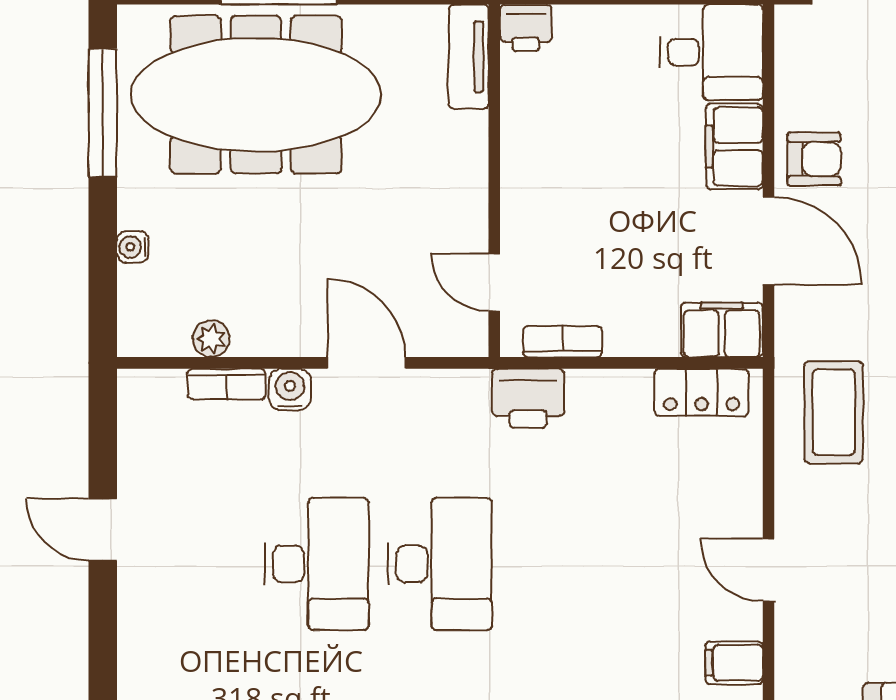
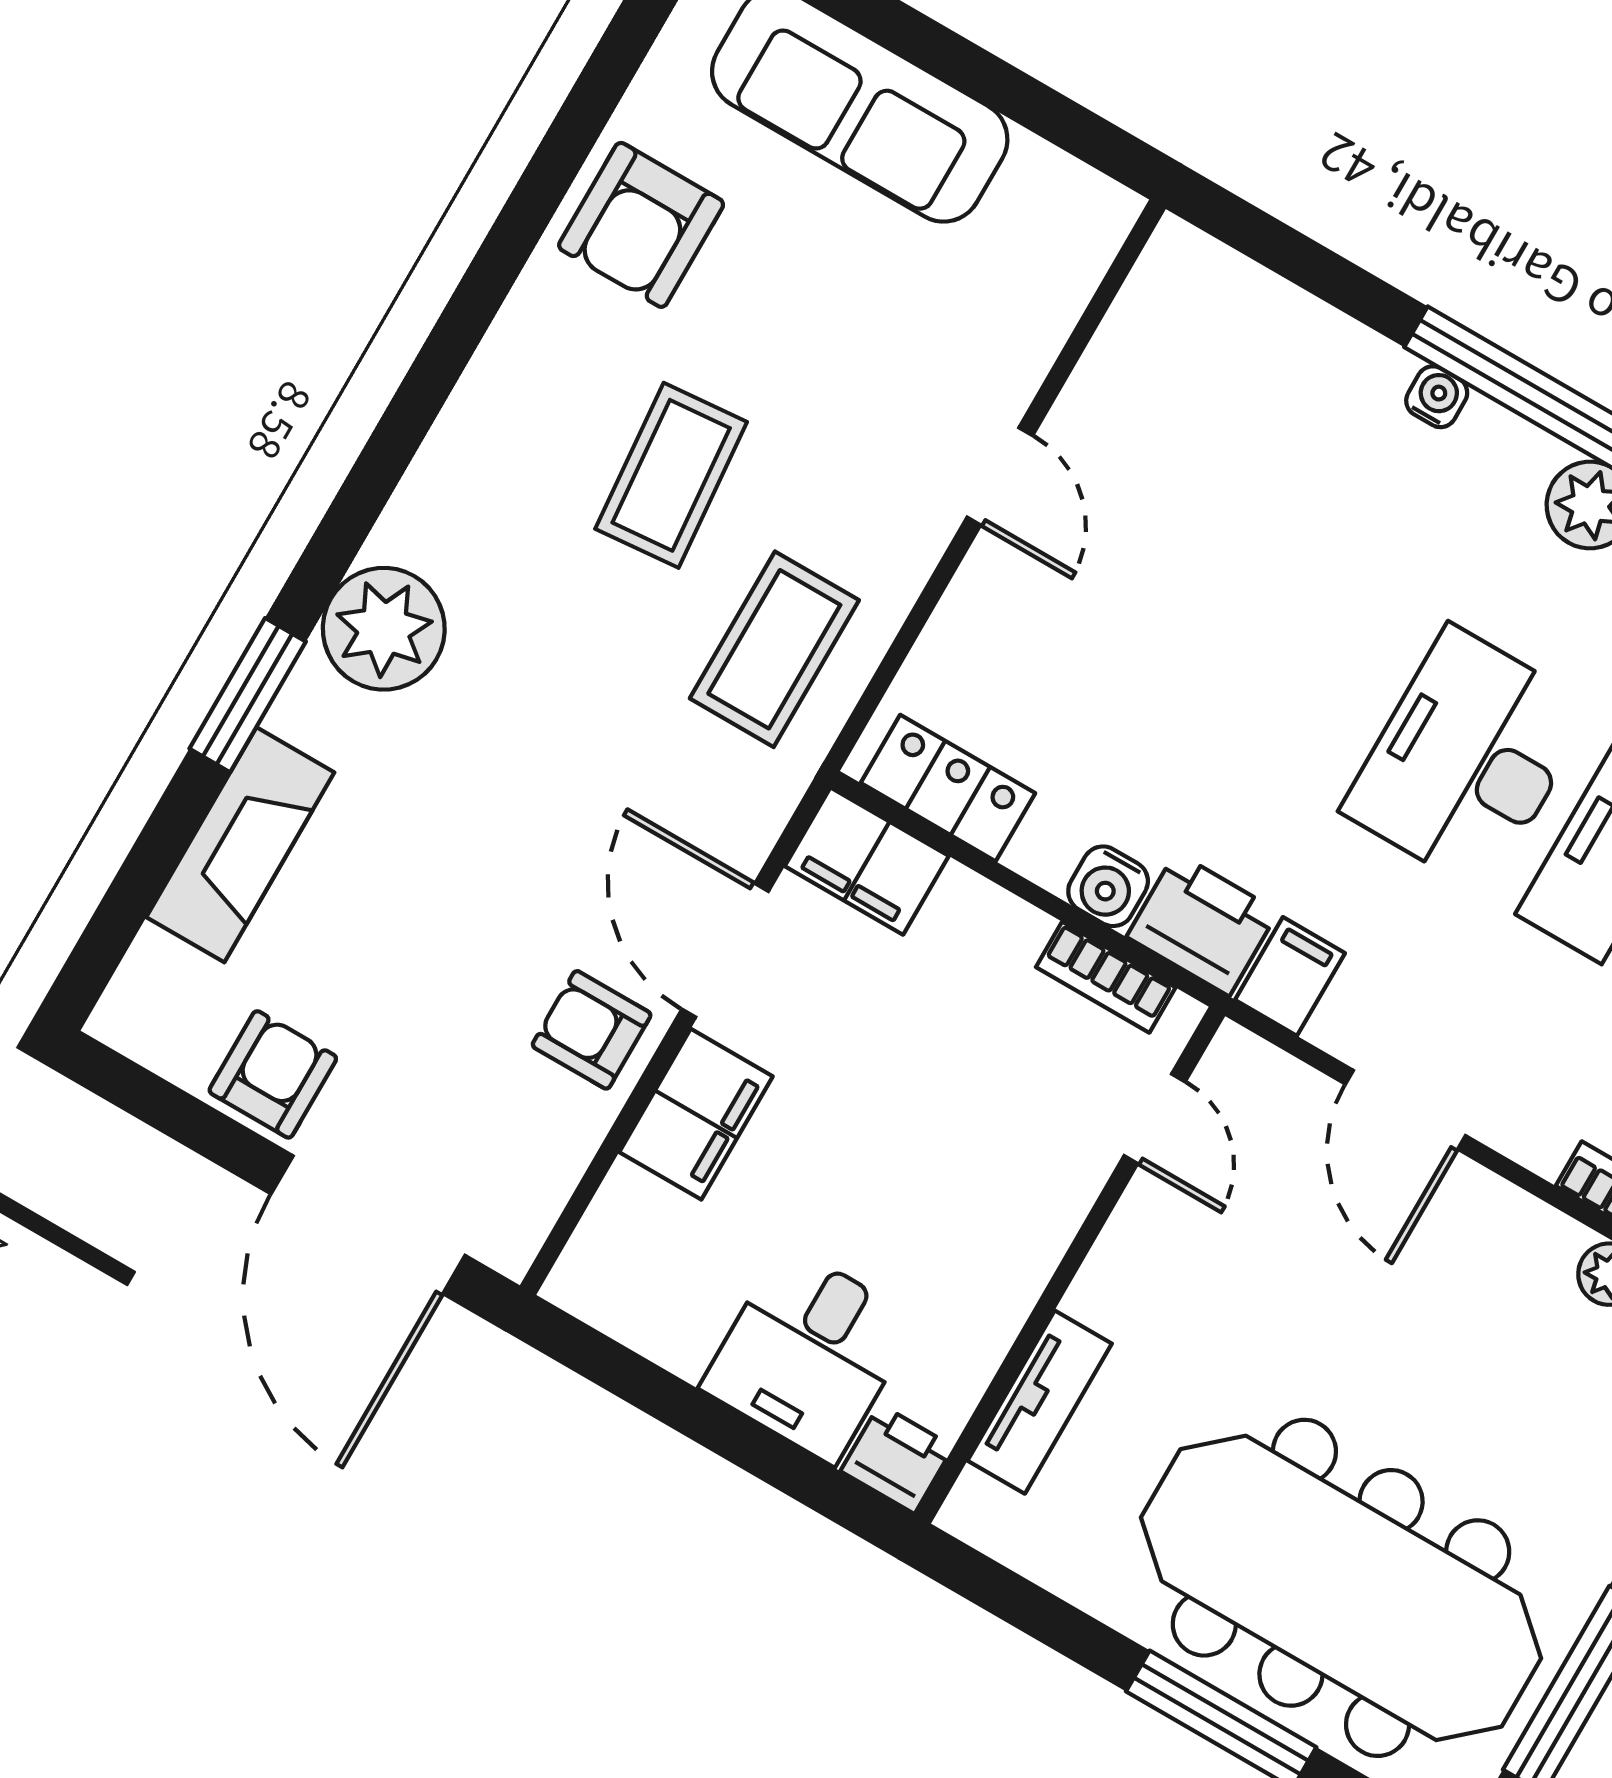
desk: (711, 52) -> (809, 1354), moved, turned -90
tv unit: (469, 57) -> (1040, 1402), moved
water cooler: (290, 389) -> (1108, 886), moved
filing cabinet: (734, 663) -> (1290, 976), moved, turned -90

